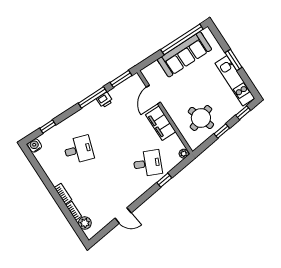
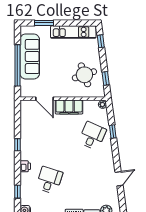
window: (182, 39) -> (17, 65), moved
window: (234, 60) -> (44, 23), moved
window: (121, 79) -> (17, 115), removed
window: (93, 97) -> (17, 145), width x0.46
printer: (105, 100) -> (25, 166), moved
window: (222, 131) -> (106, 78), moved

